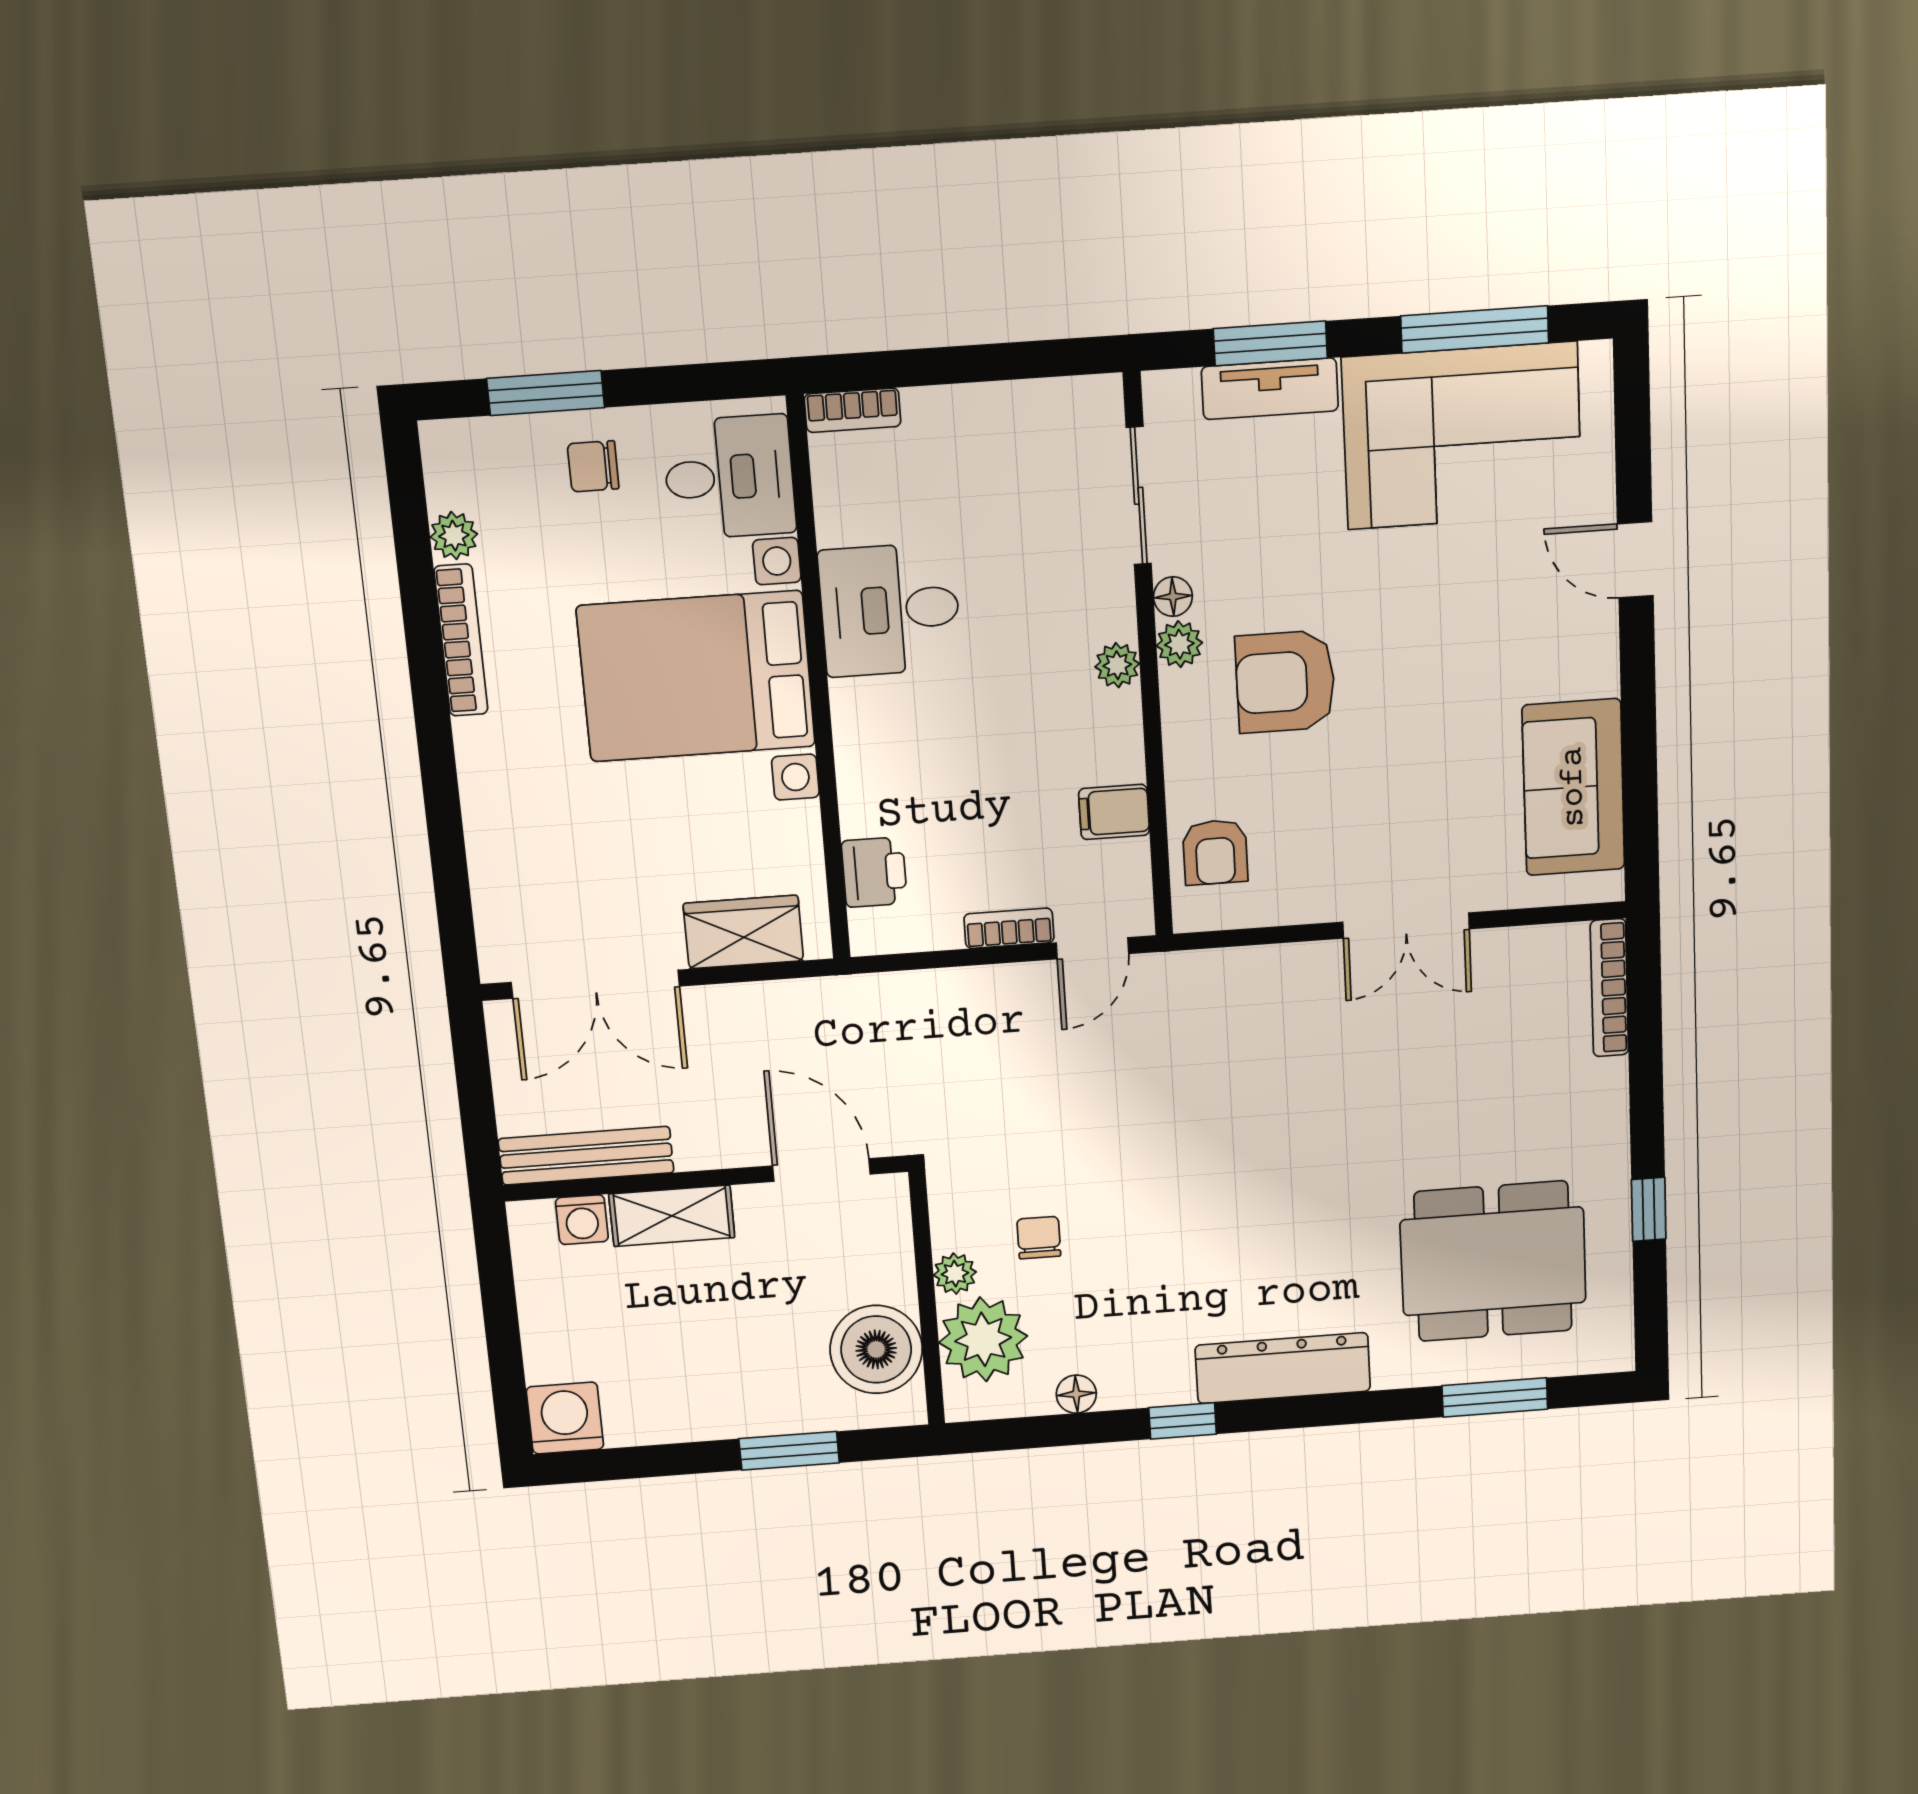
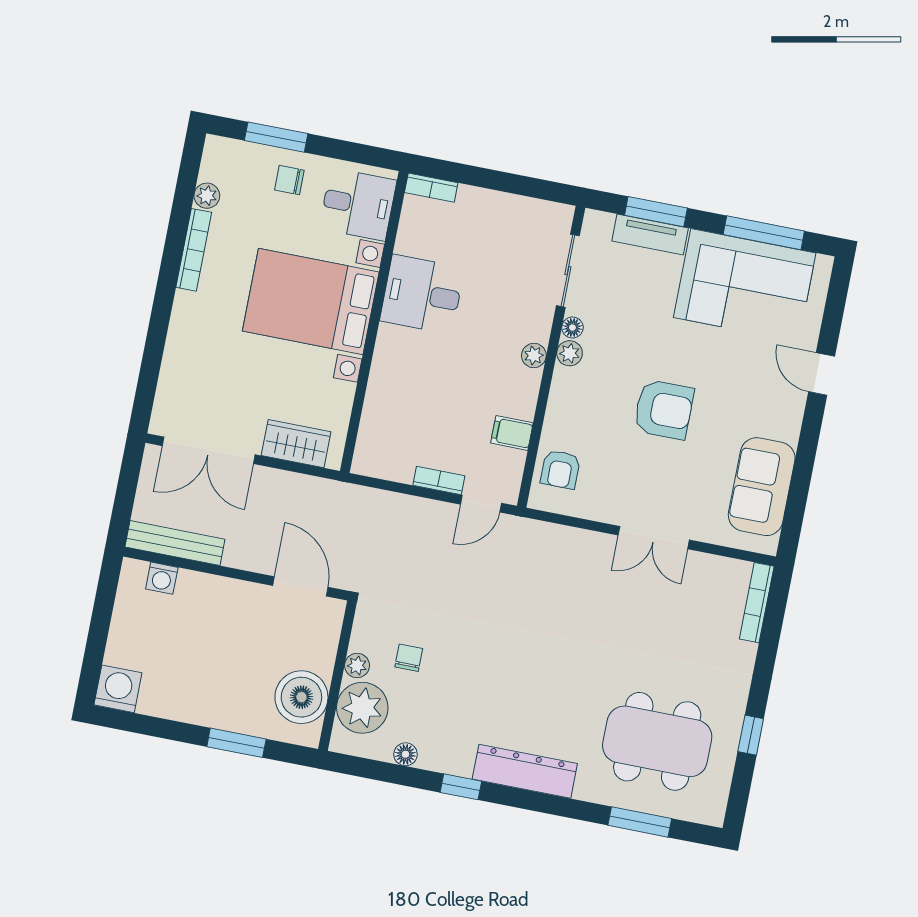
armchair: (1285, 682) -> (664, 409), moved, turned 180
printer: (874, 872) -> (375, 430), removed
shelving: (672, 1216) -> (211, 590), removed

